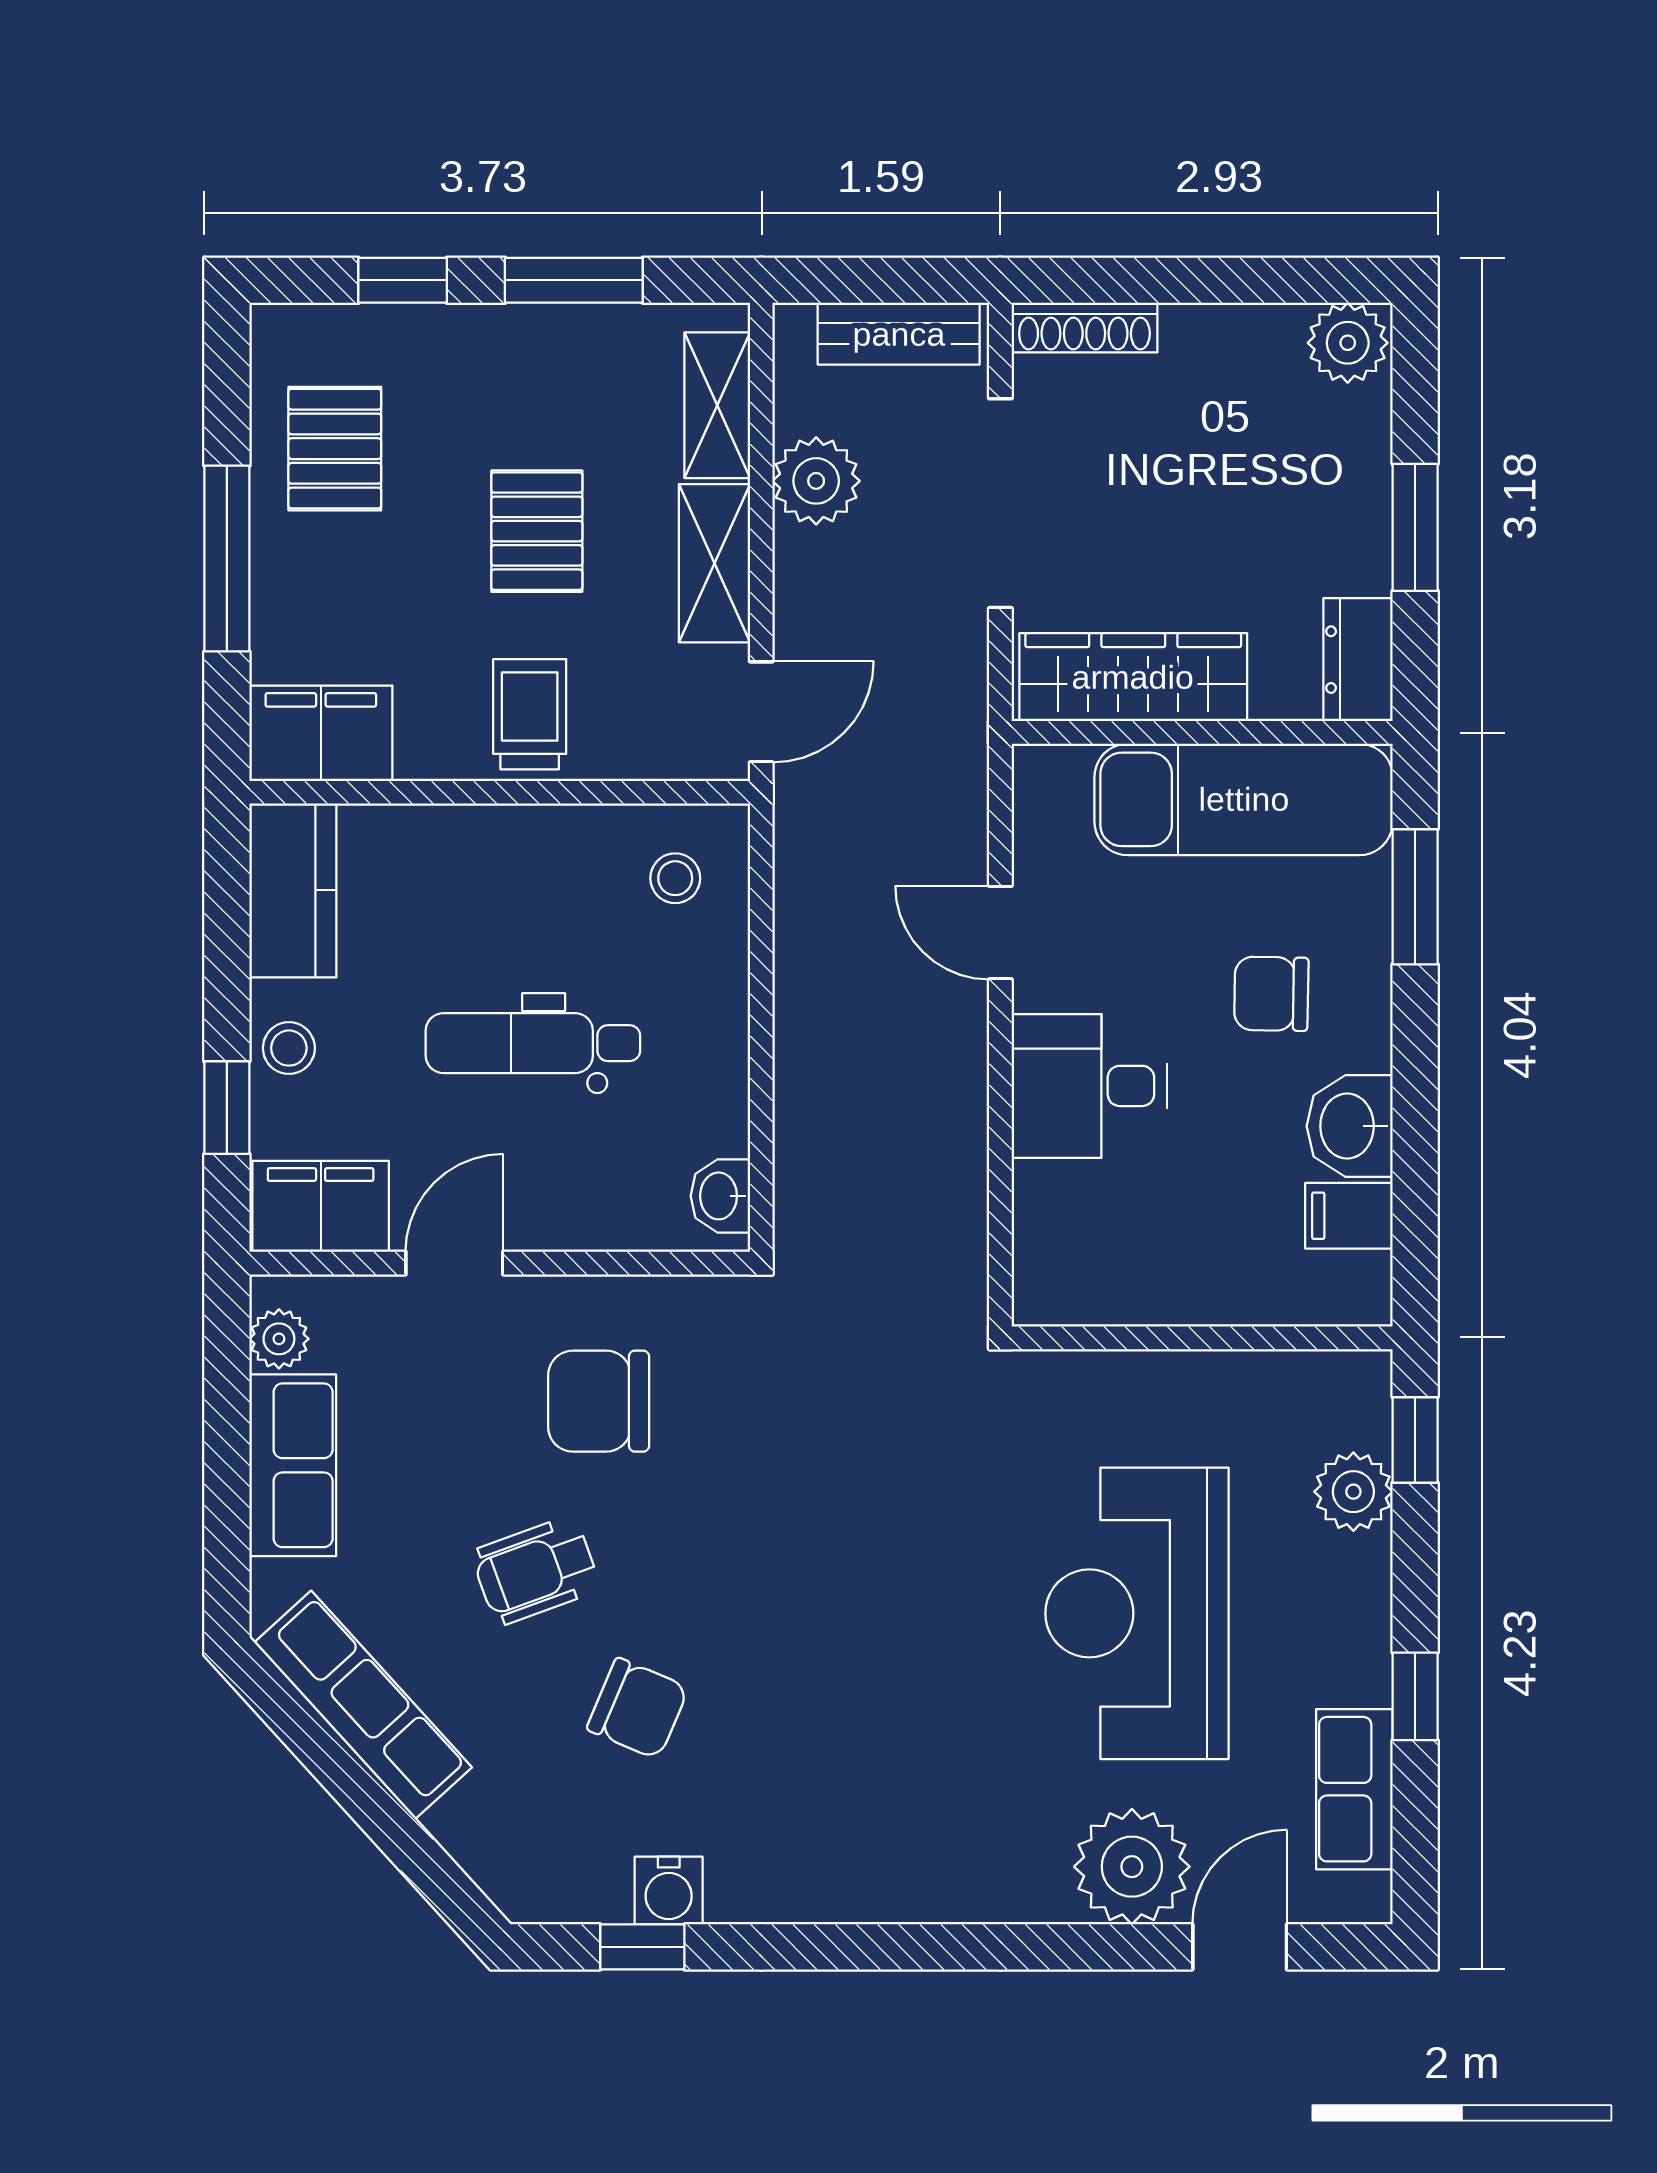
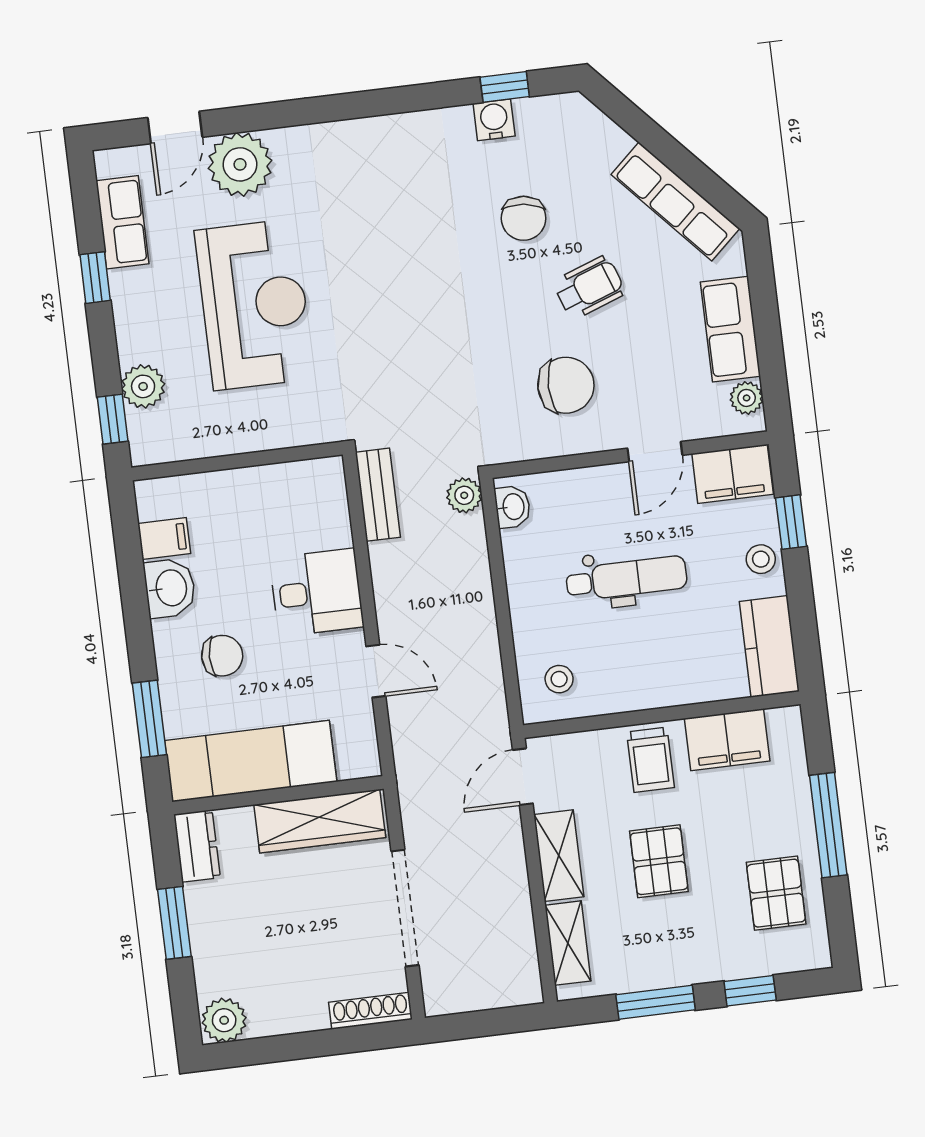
bench: (899, 334) -> (378, 495), moved, turned 90
plant: (816, 481) -> (464, 495), moved, width x0.73, depth x0.73
filing cabinet: (321, 733) -> (727, 740), moved
chair: (638, 1708) -> (524, 218), turned -106

